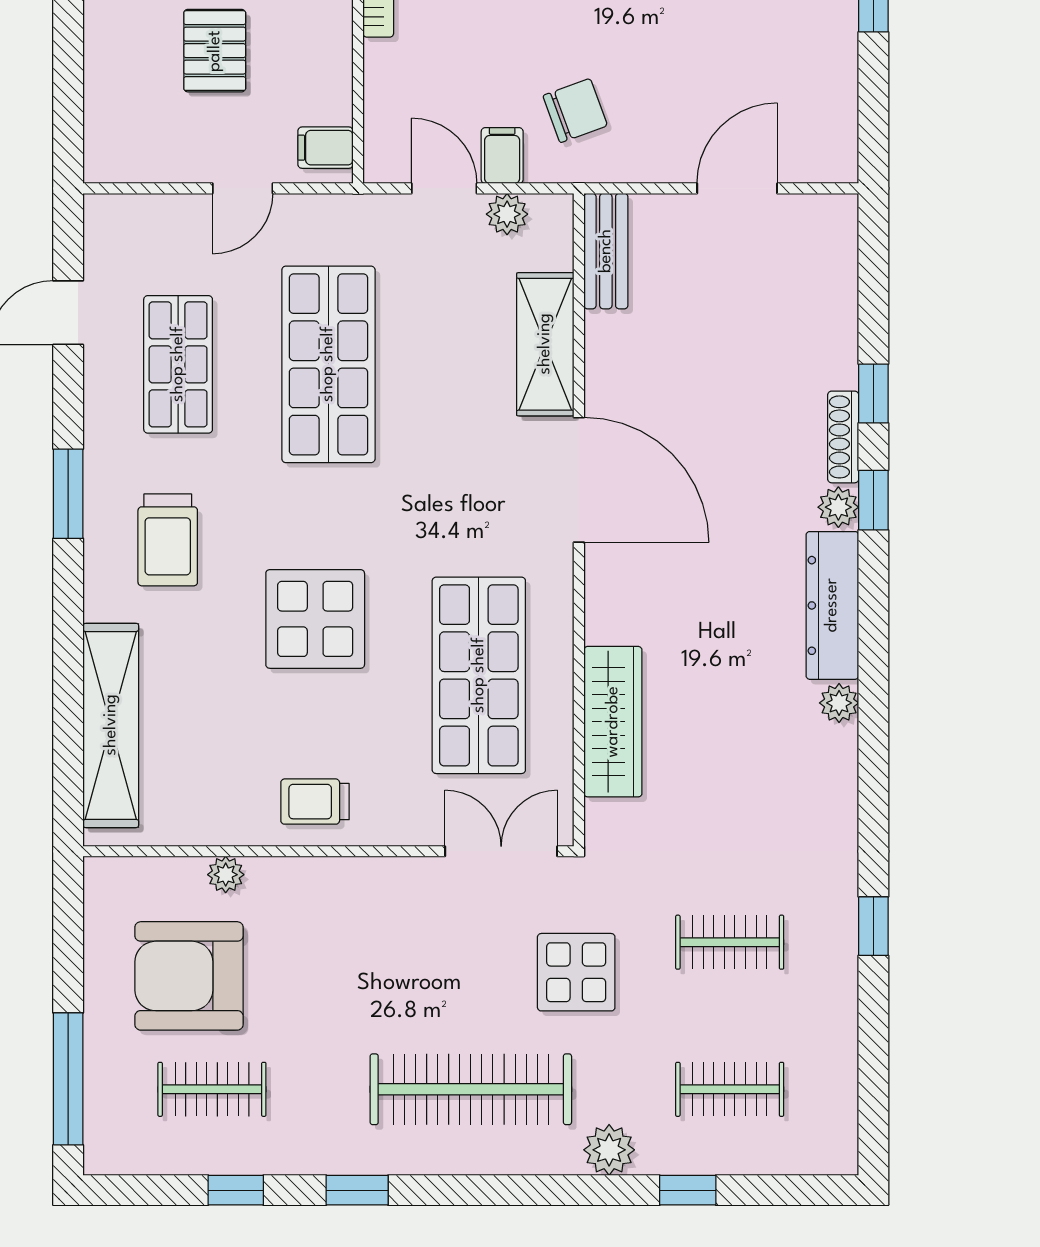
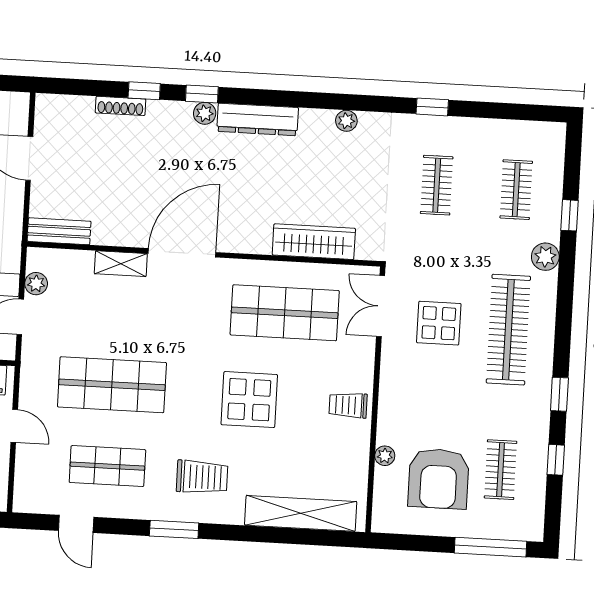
shelving: (545, 344) -> (121, 264), width x0.67, depth x0.75
shoe rack: (843, 437) -> (120, 106), moved
plant: (839, 703) -> (346, 121), moved
trolley: (315, 802) -> (348, 405), turned 90
display table: (576, 972) -> (439, 323), moved

